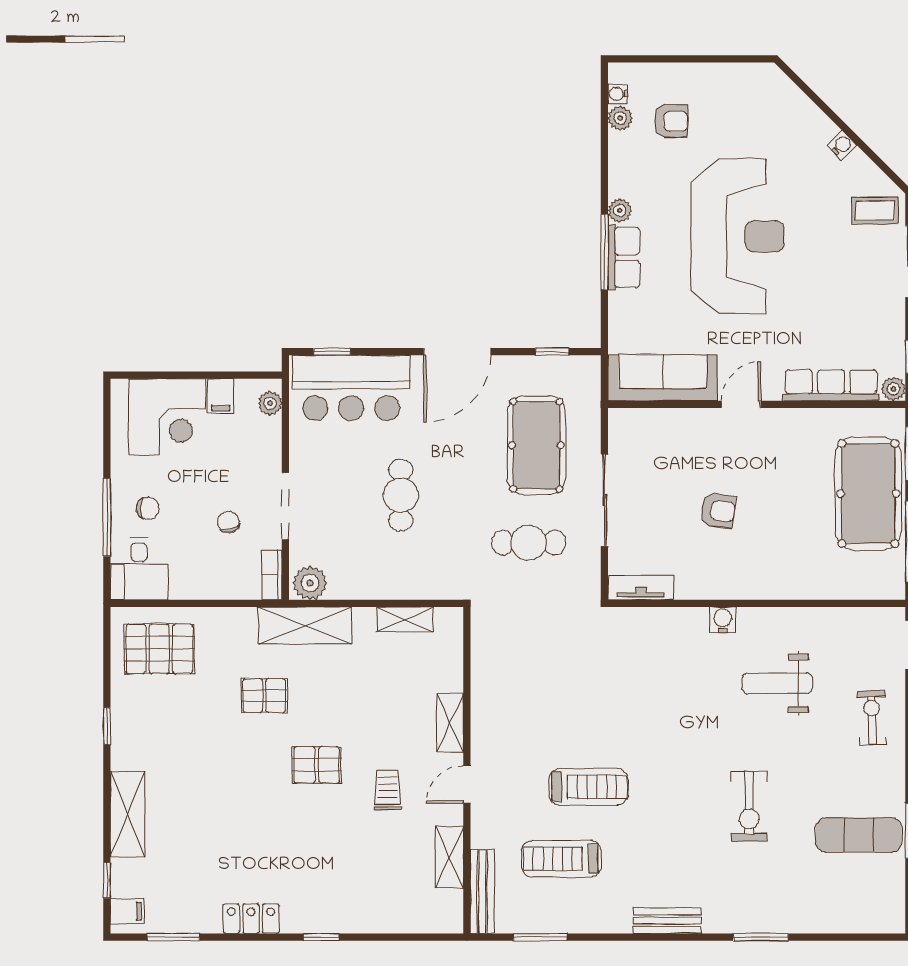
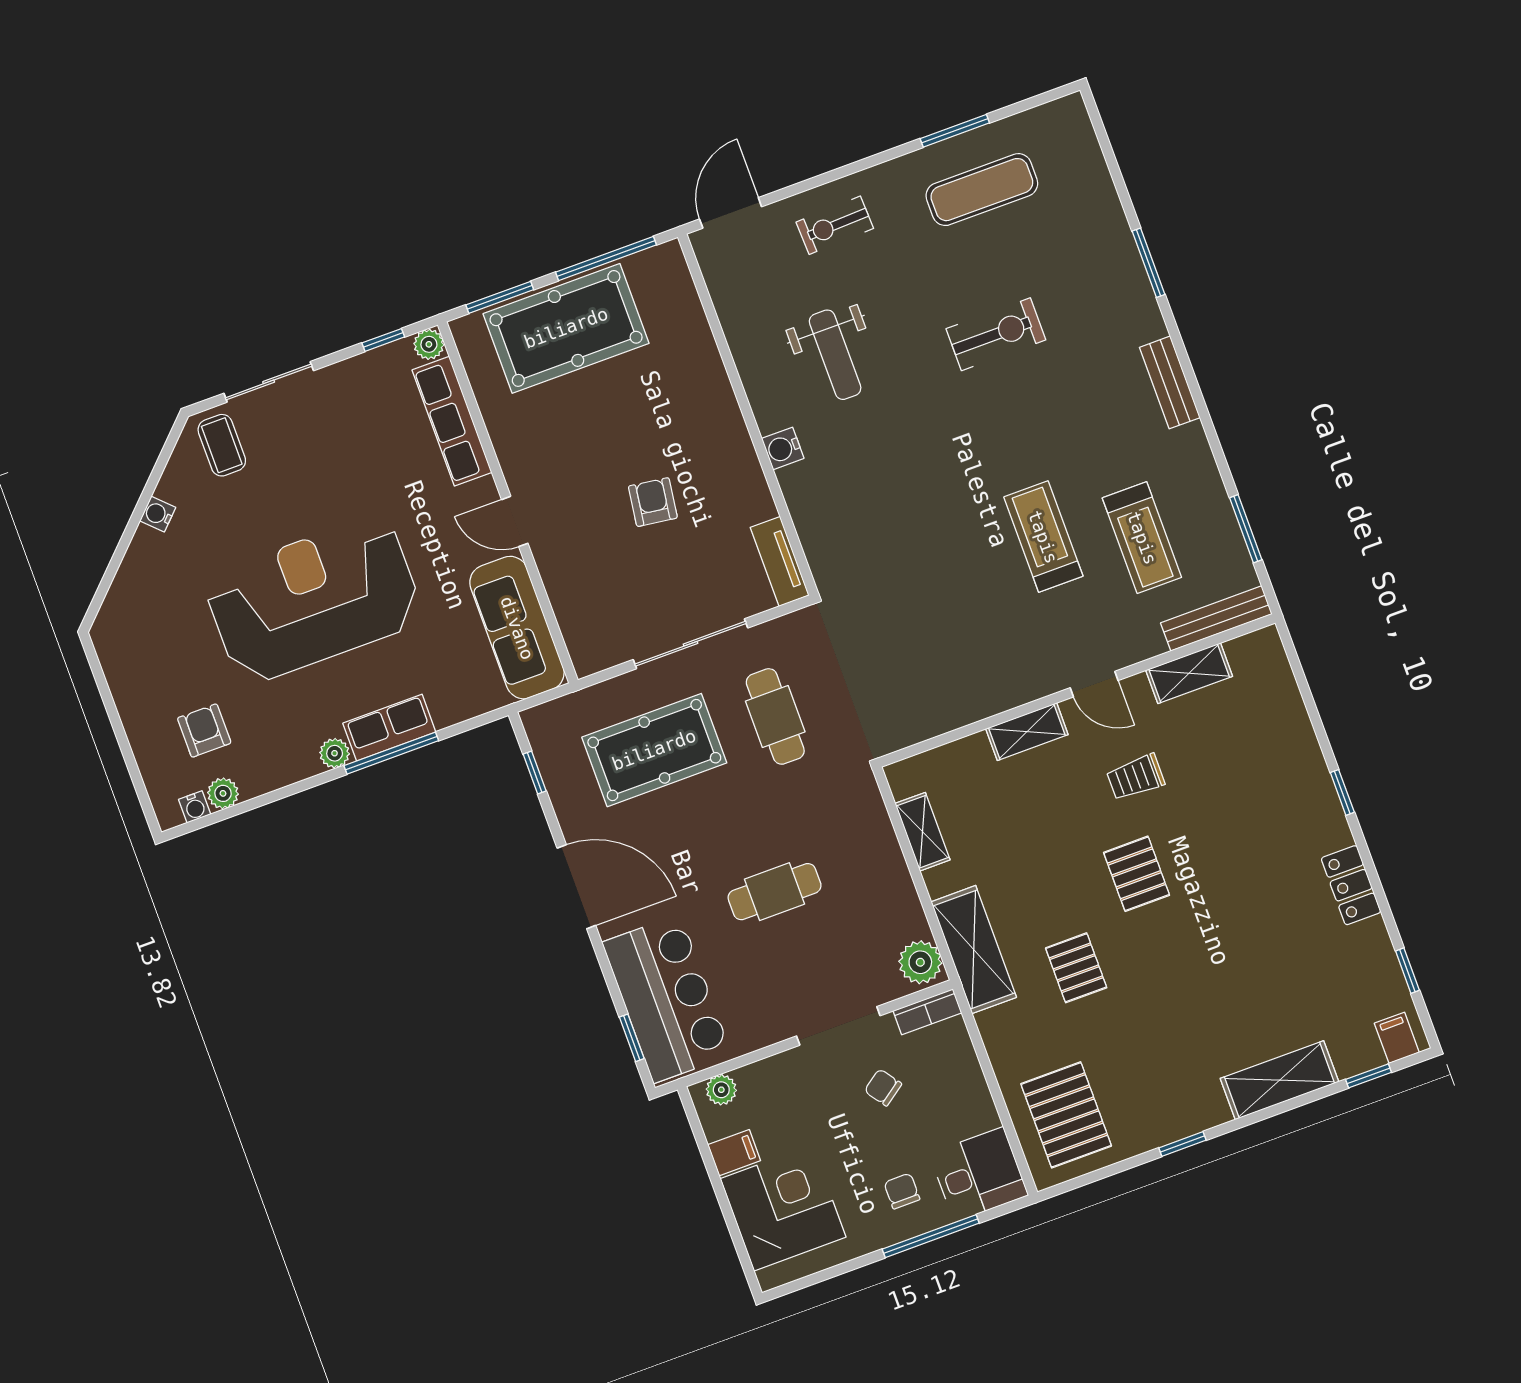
chair: (228, 522) -> (883, 1087), turned 69
exercise mat: (859, 835) -> (982, 190), turned 90
window: (173, 937) -> (1407, 971), width x0.67

